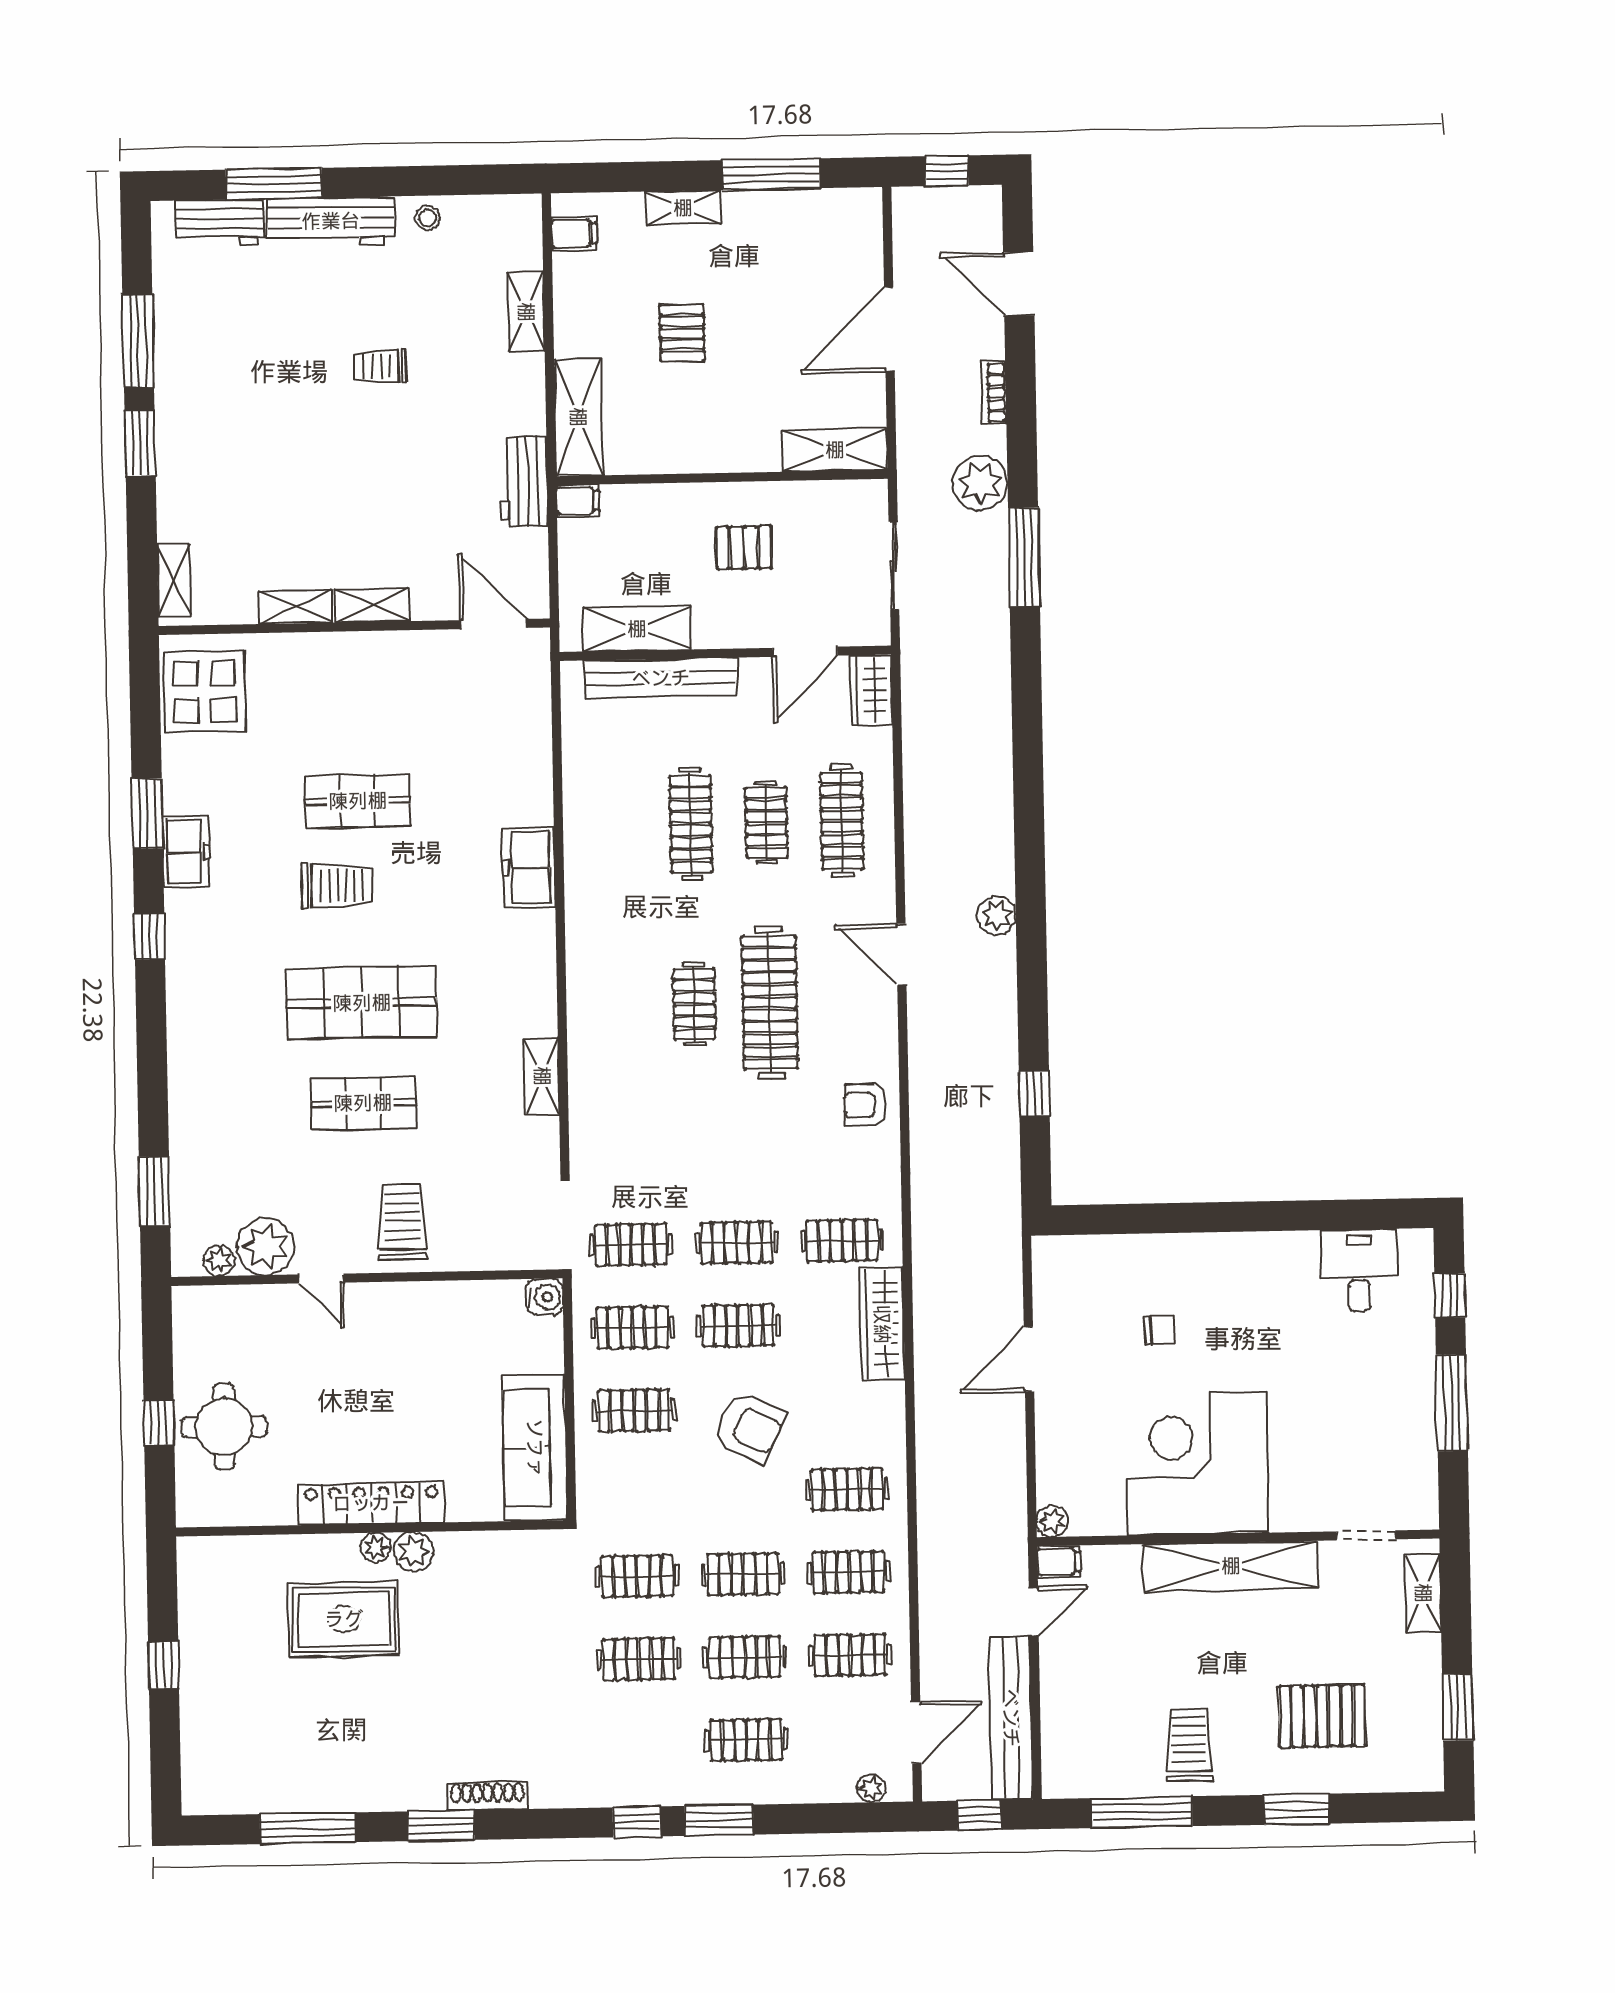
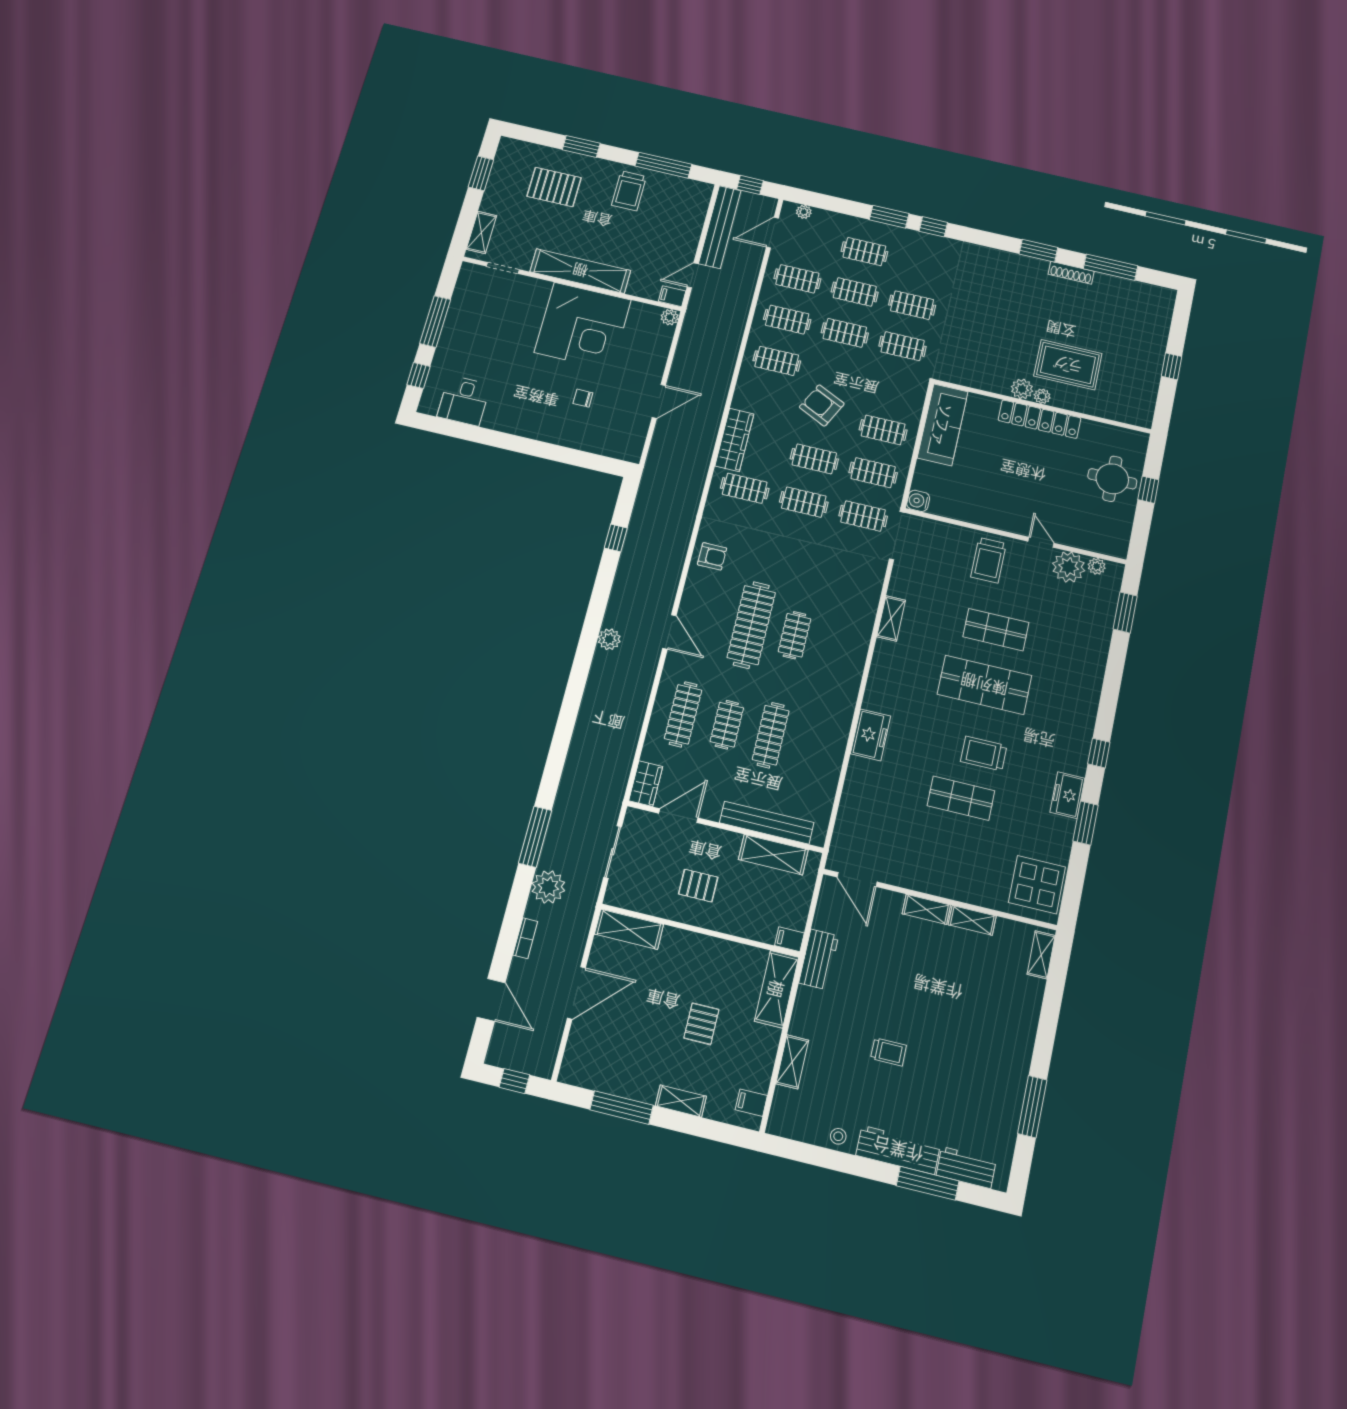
window: (140, 443) -> (1044, 1043), removed
shoe rack: (487, 1796) -> (1071, 273), moved

